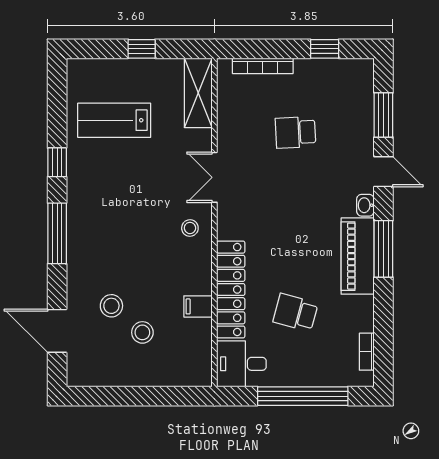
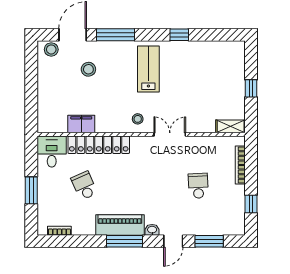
shelving: (198, 93) -> (231, 126), width x0.67, depth x0.75
lab bench: (114, 120) -> (148, 69), moved
window: (57, 233) -> (115, 35), moved
filing cabinet: (198, 306) -> (81, 124), width x2.00
school desk: (295, 312) -> (84, 186), turned -39
stool: (142, 332) -> (51, 49), moved
window: (303, 396) -> (31, 190), width x0.47

